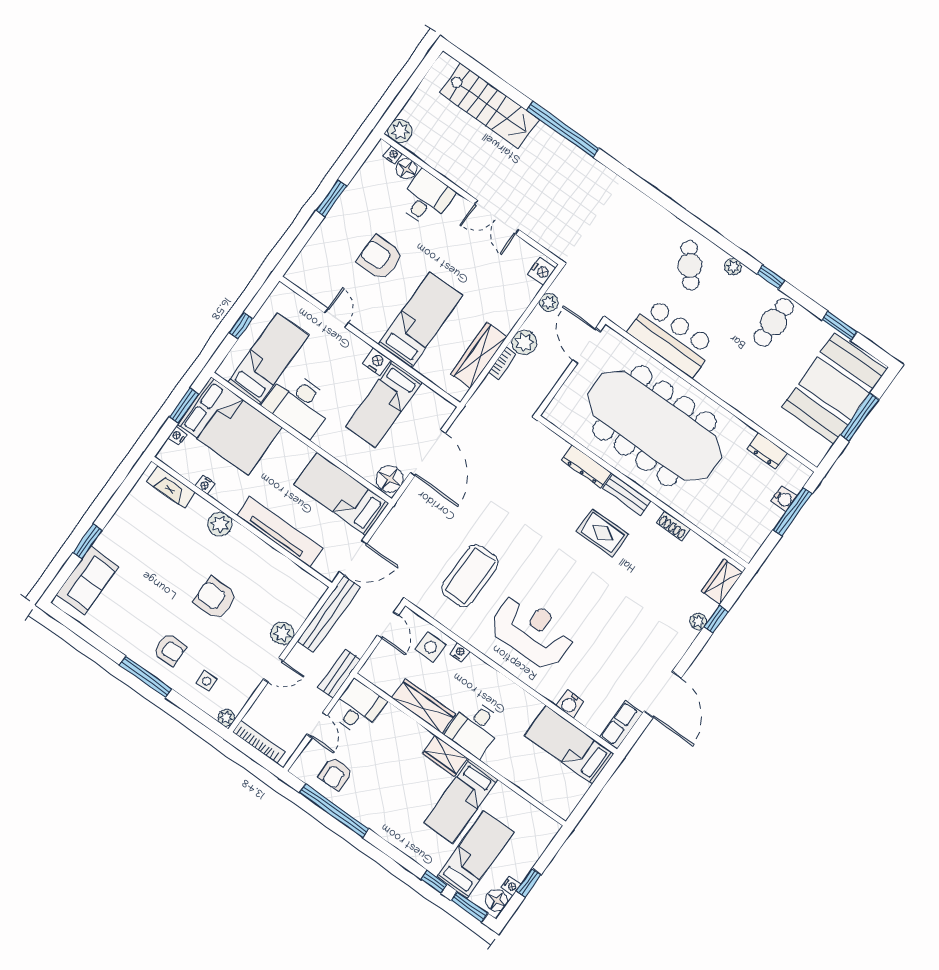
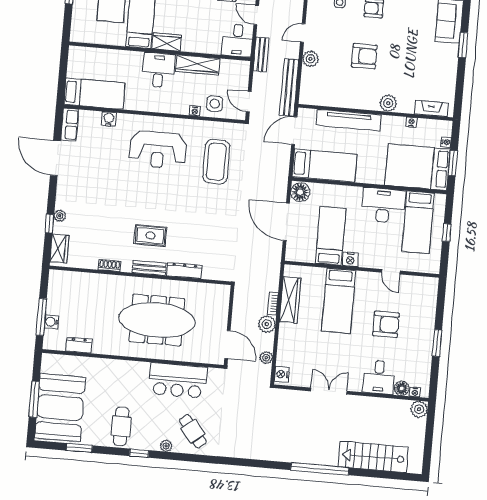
meeting table: (655, 426) -> (157, 320), width x0.73, depth x0.79

